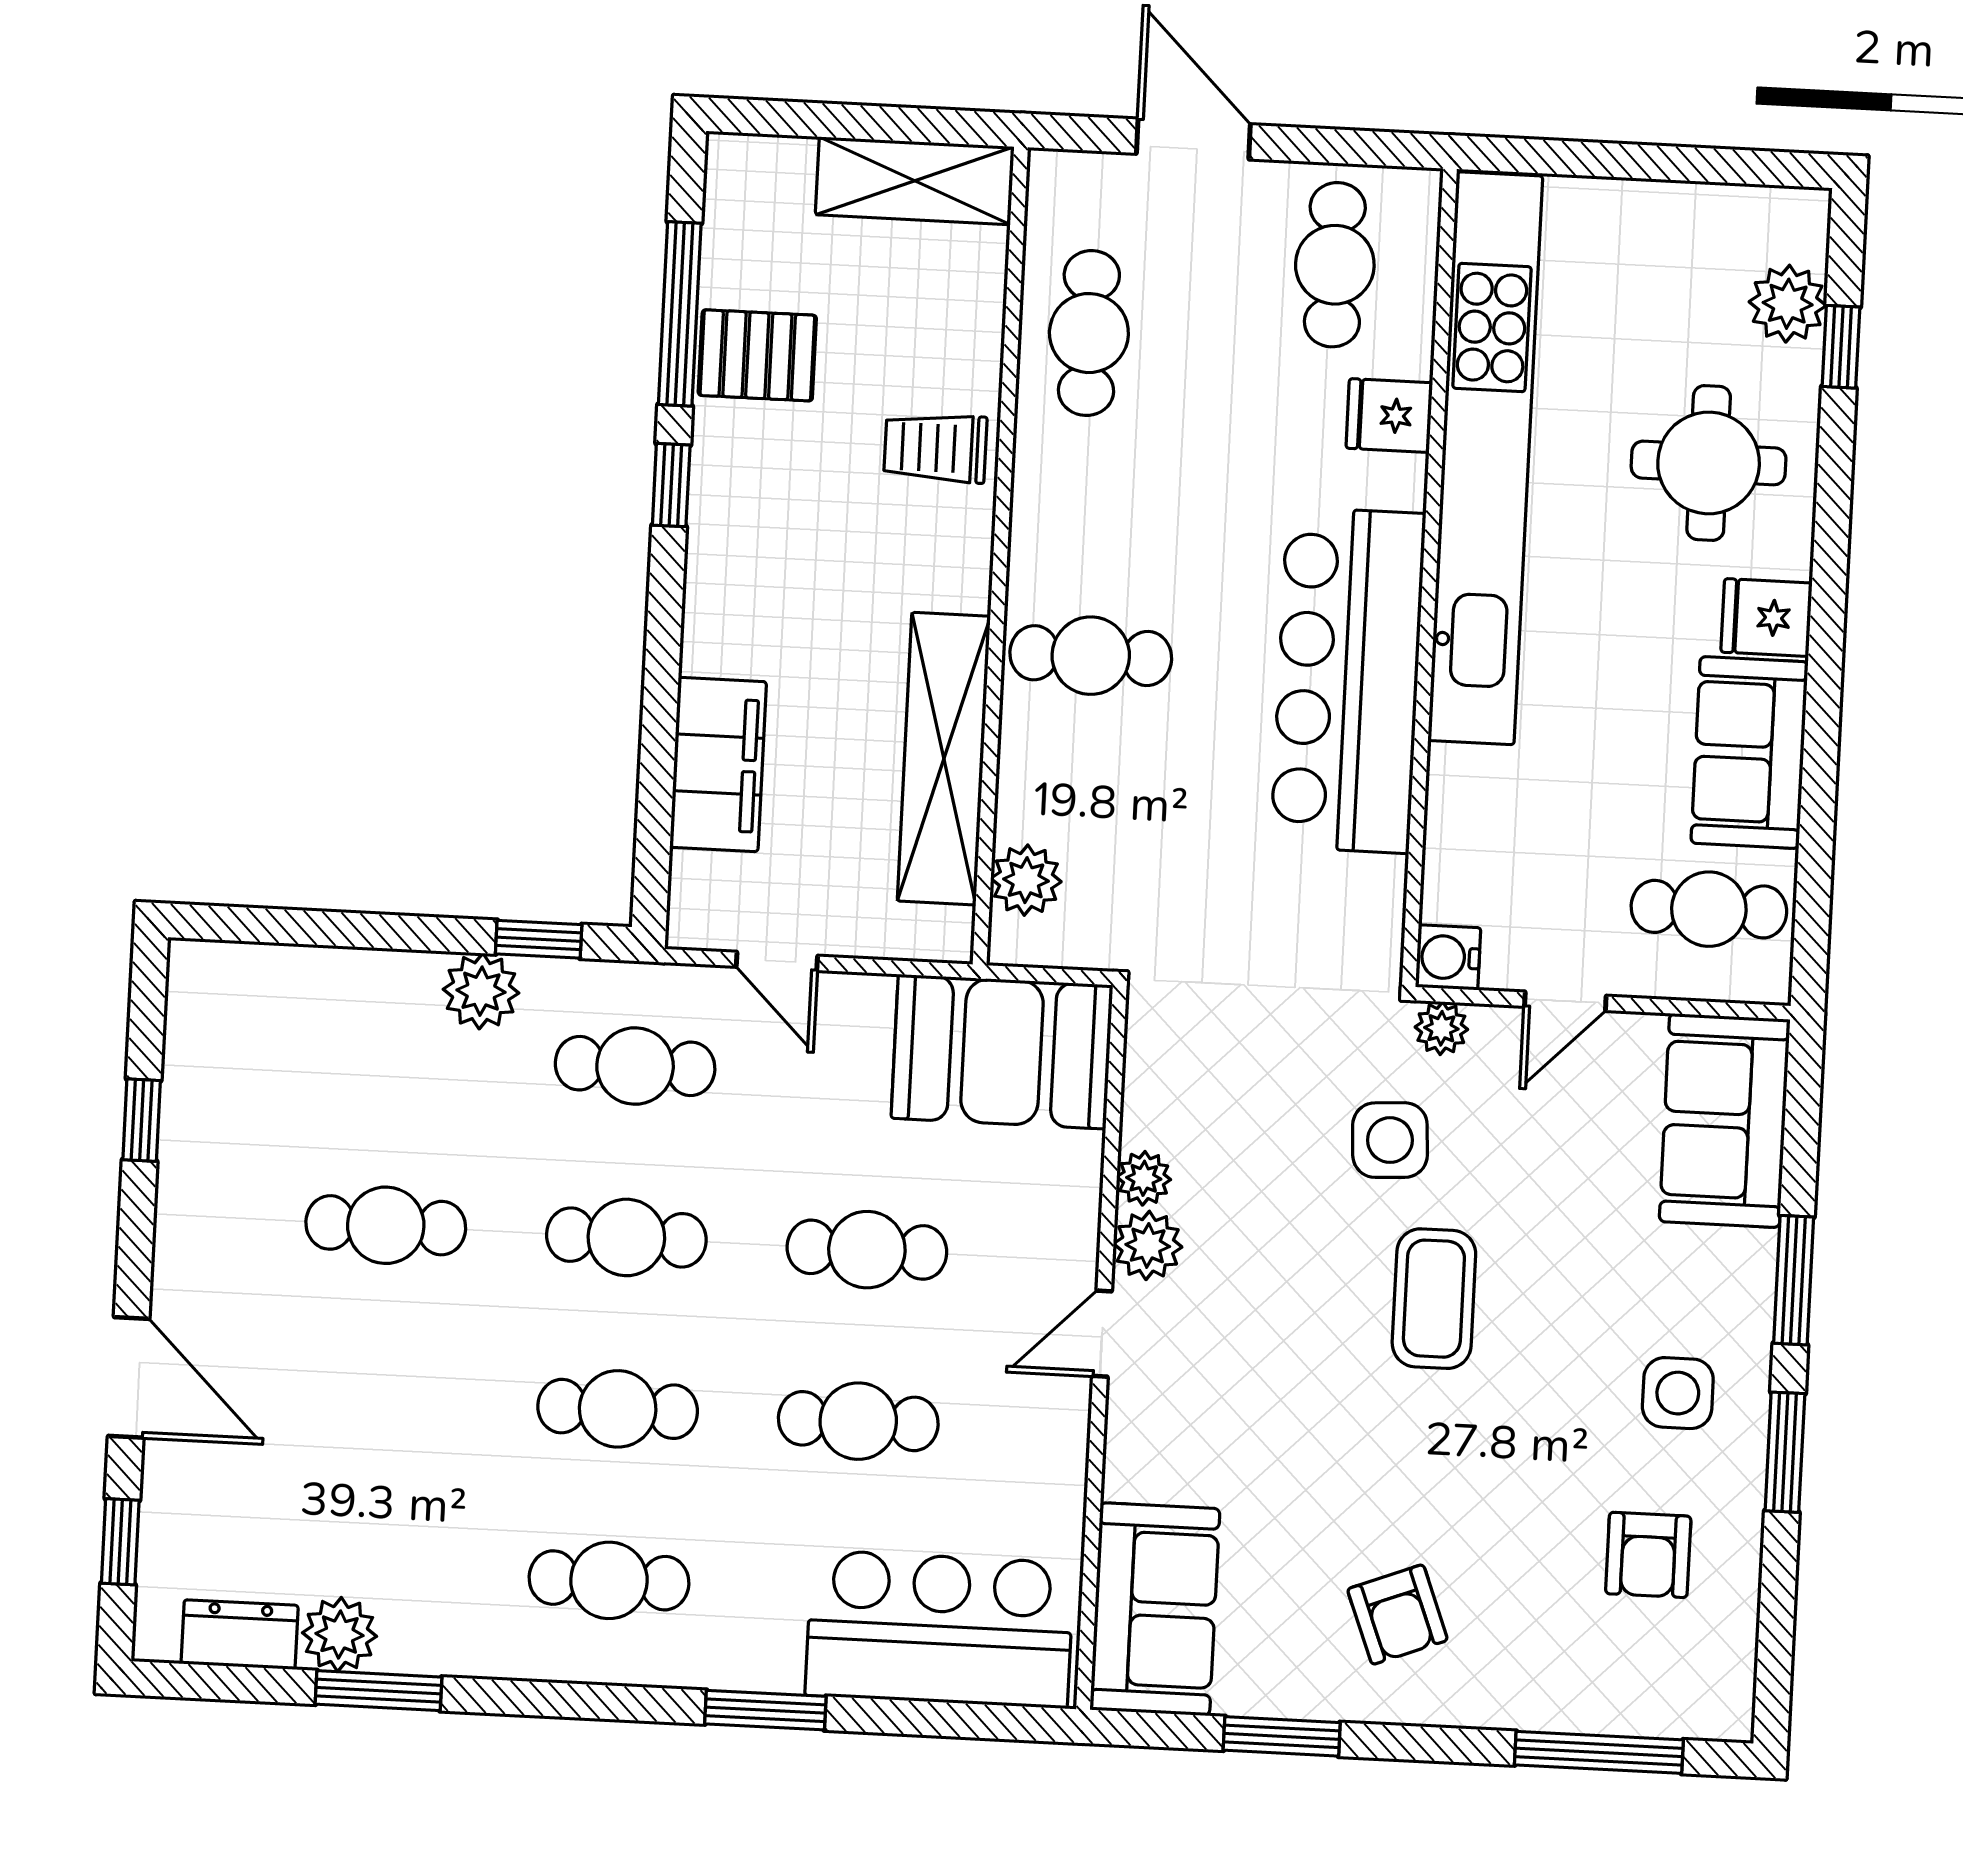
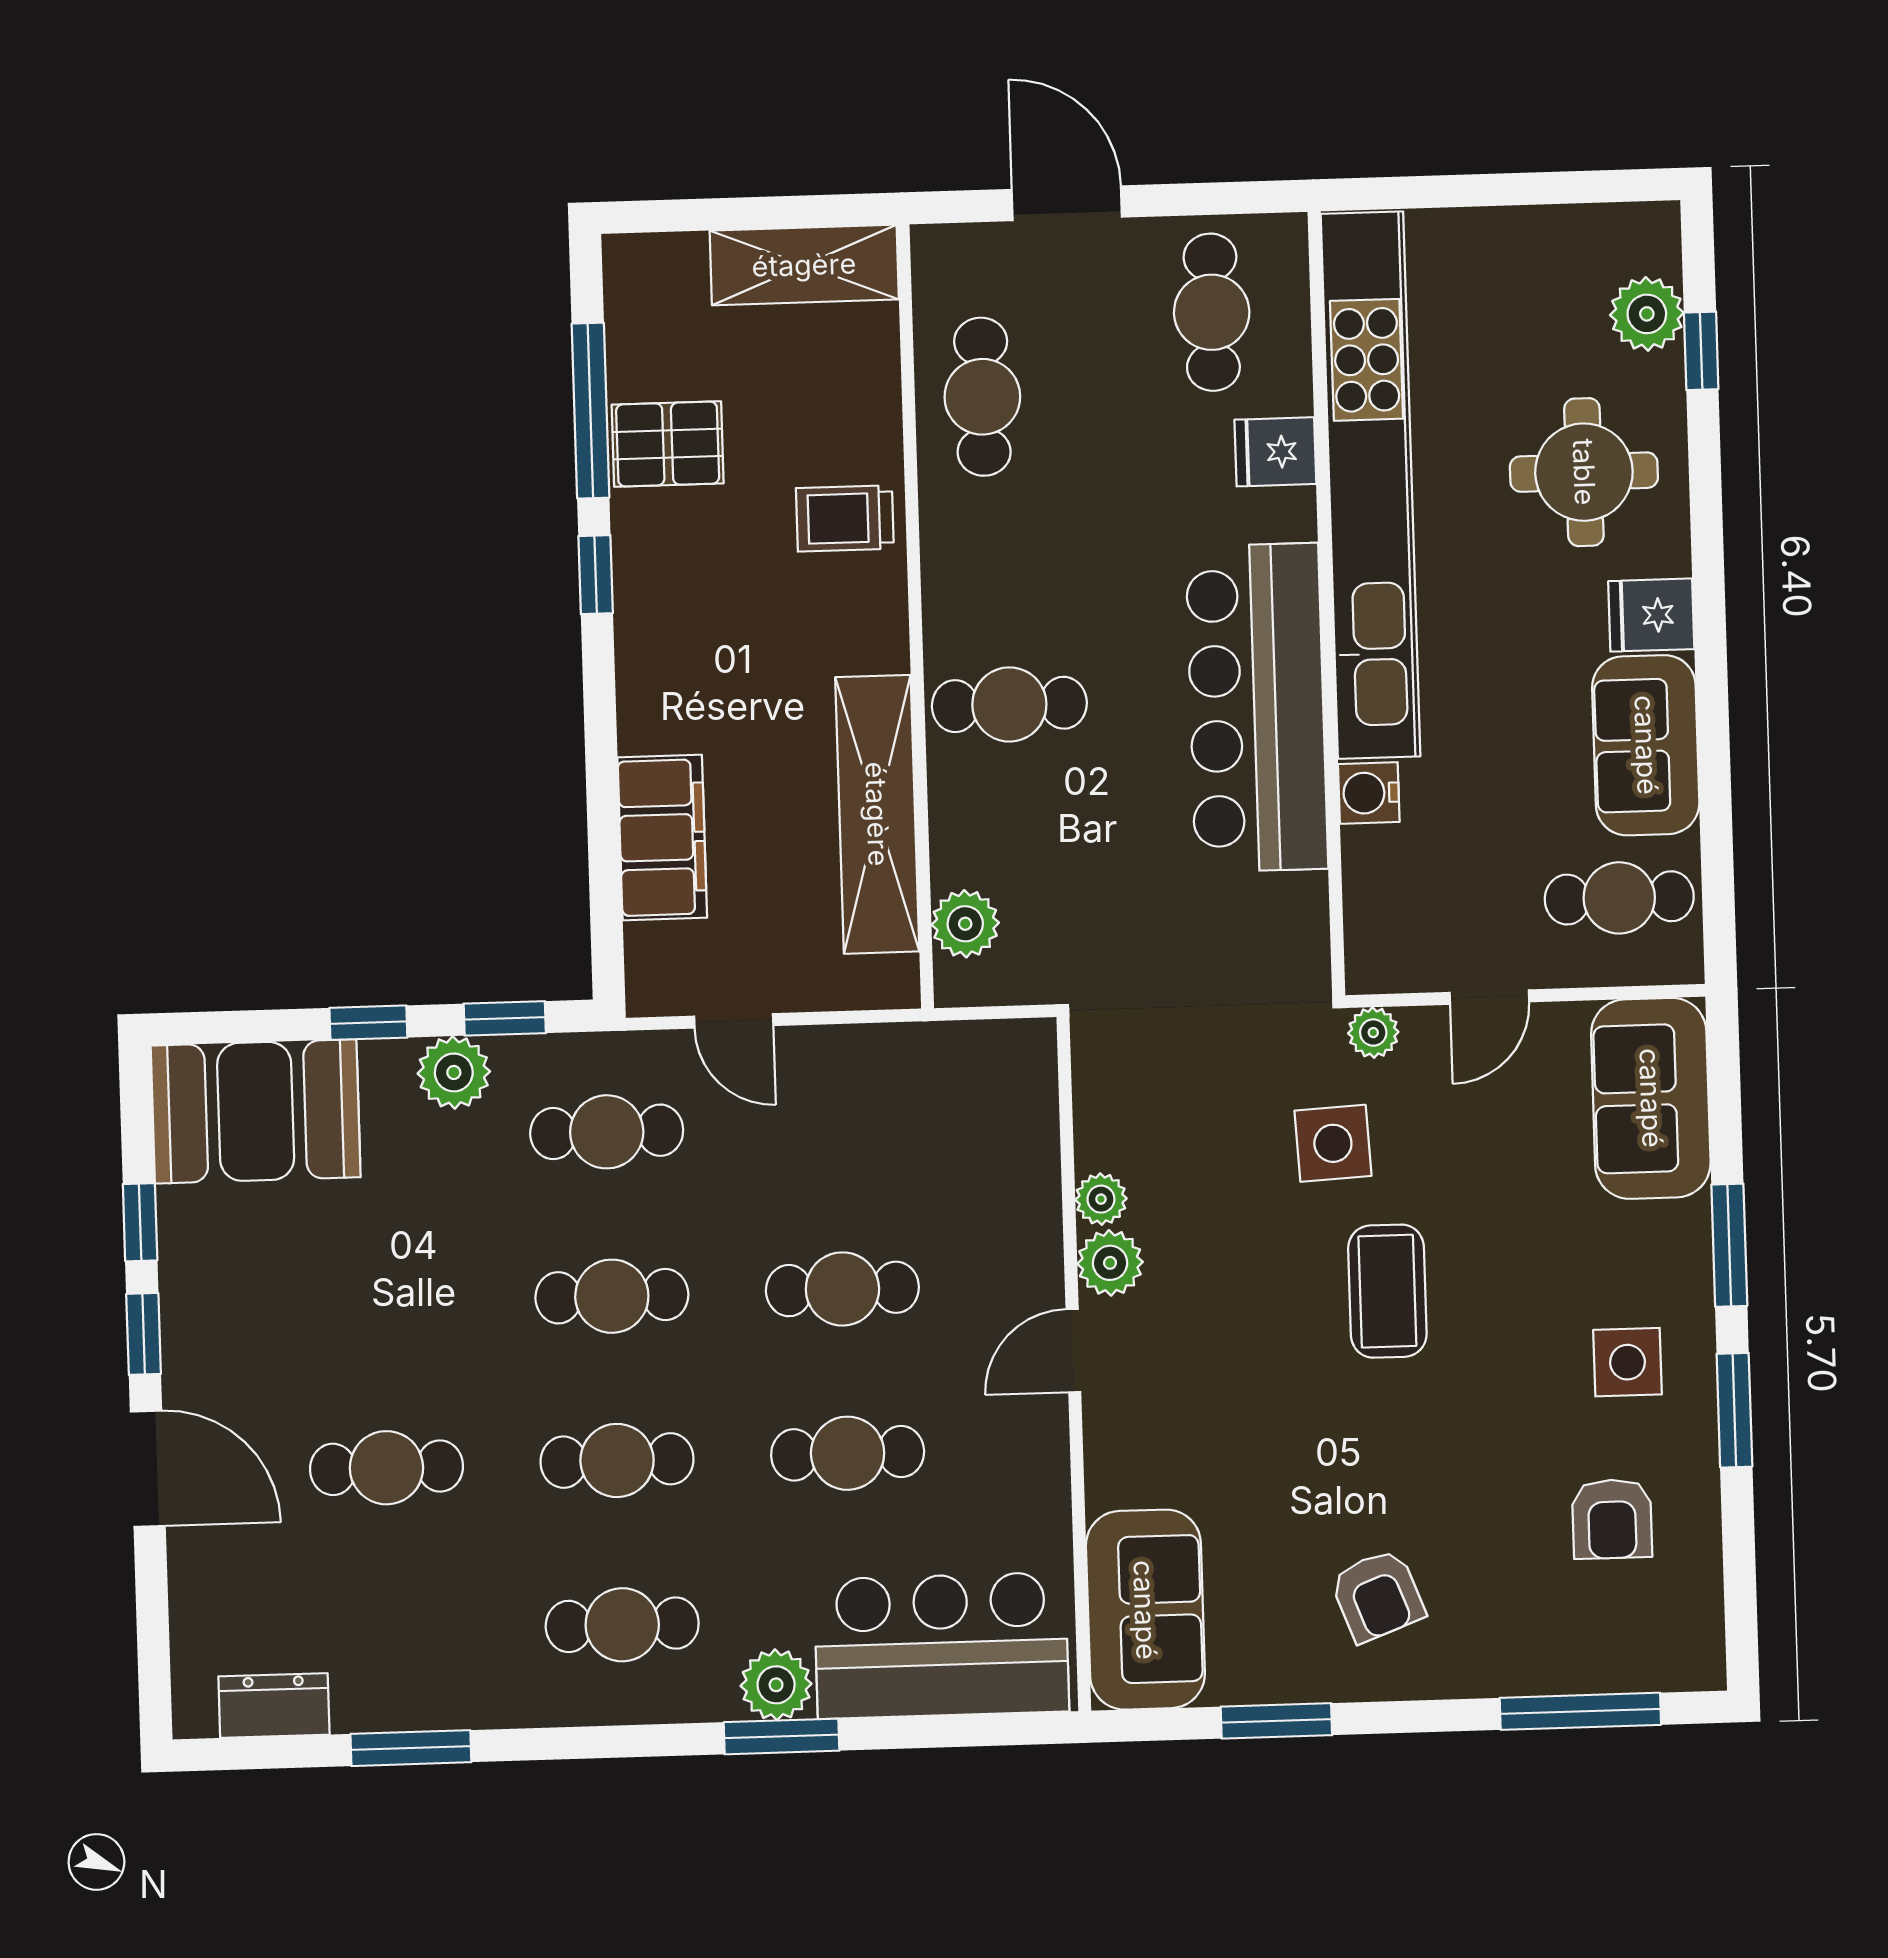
window: (396, 932) -> (368, 1023), added
water cooler: (1448, 957) -> (1369, 793), moved
booth: (1002, 1052) -> (256, 1111), moved
cafe table: (386, 1225) -> (386, 1468), moved
window: (120, 1542) -> (144, 1334), moved
plant: (339, 1635) -> (776, 1685), moved

